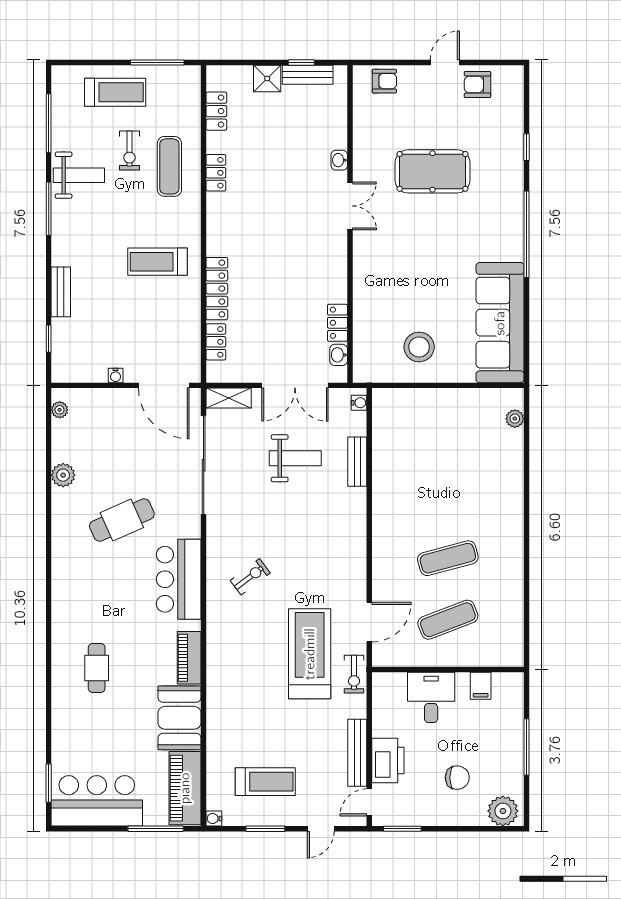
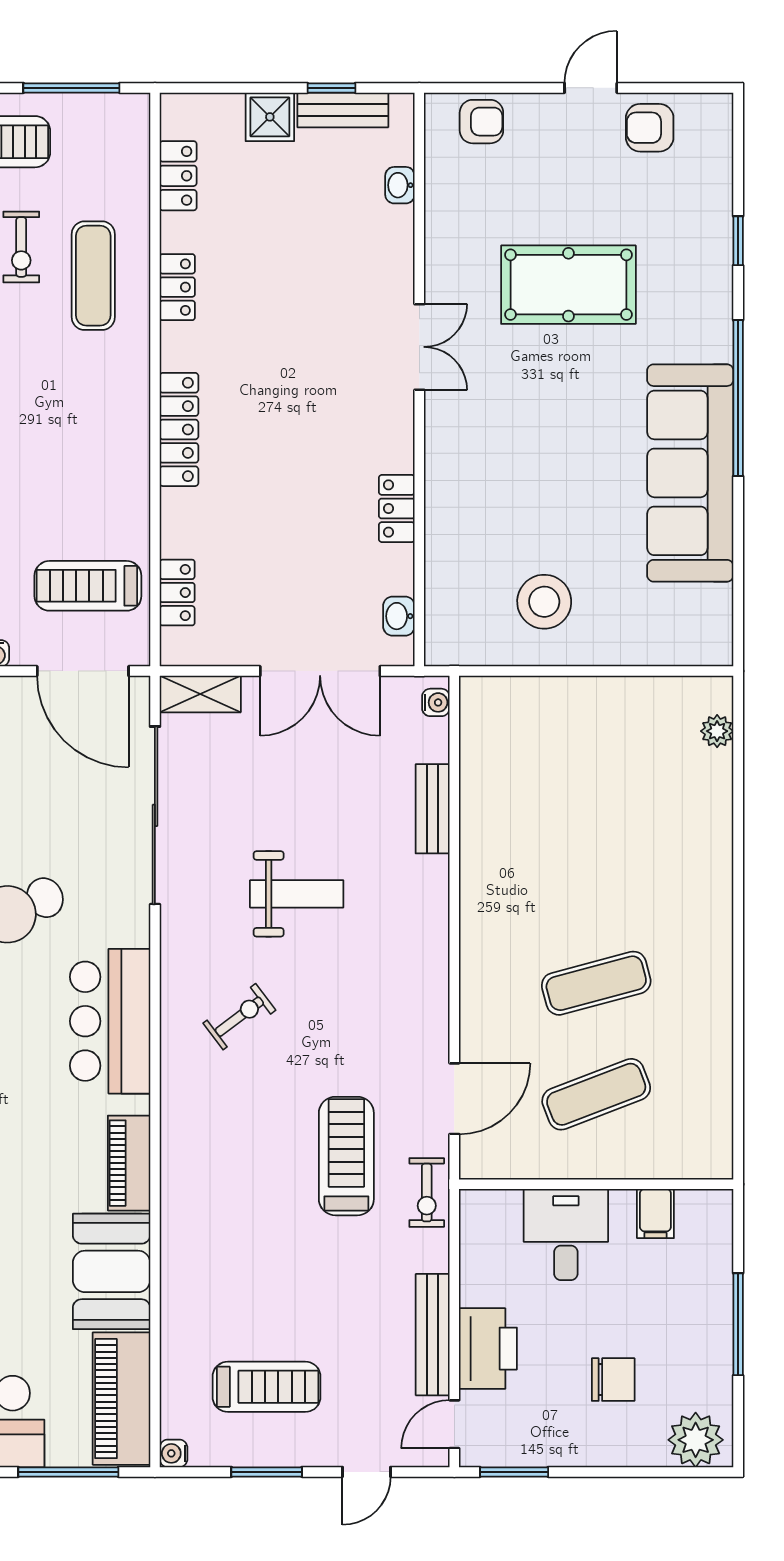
washbasin: (339, 160) -> (400, 185), moved
treadmill: (158, 262) -> (88, 586), moved
locker: (217, 289) -> (179, 429), moved
locker: (337, 323) -> (397, 508), moved
sofa: (500, 323) -> (690, 473), moved
weight bench: (295, 458) -> (297, 894), moved
treadmill: (310, 654) -> (346, 1156), width x0.73, depth x0.73

